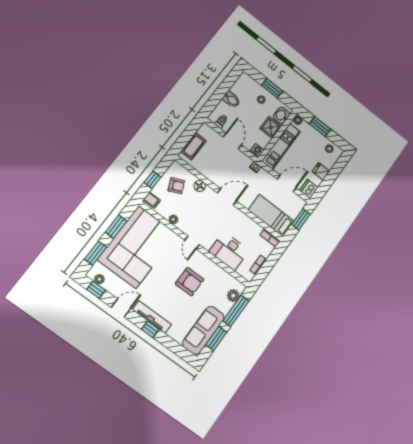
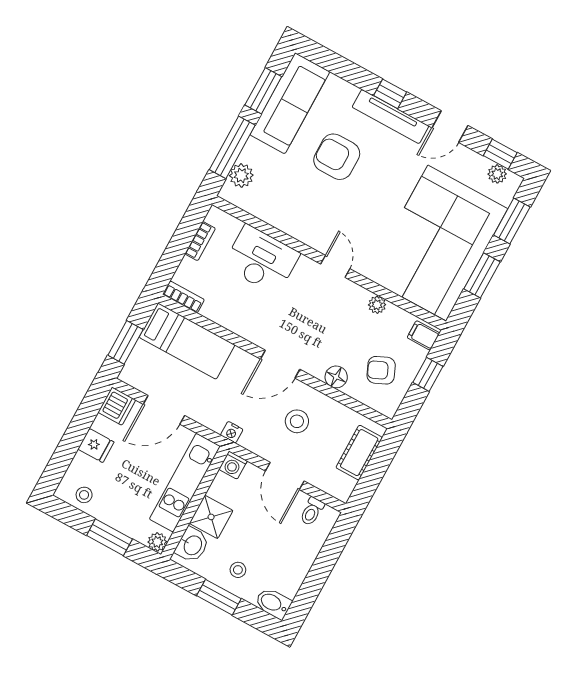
bidet: (232, 100) -> (273, 603), moved
stool: (222, 167) -> (297, 421), added
armchair: (190, 282) -> (337, 157), moved

